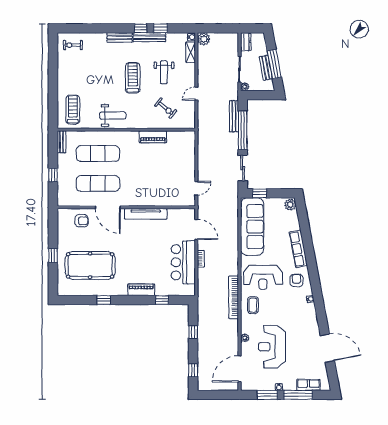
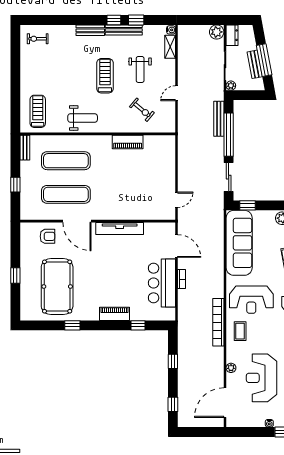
plant: (204, 39) -> (217, 32), moved
pool table: (90, 265) -> (57, 287), turned 90
window: (267, 395) -> (256, 432), removed

